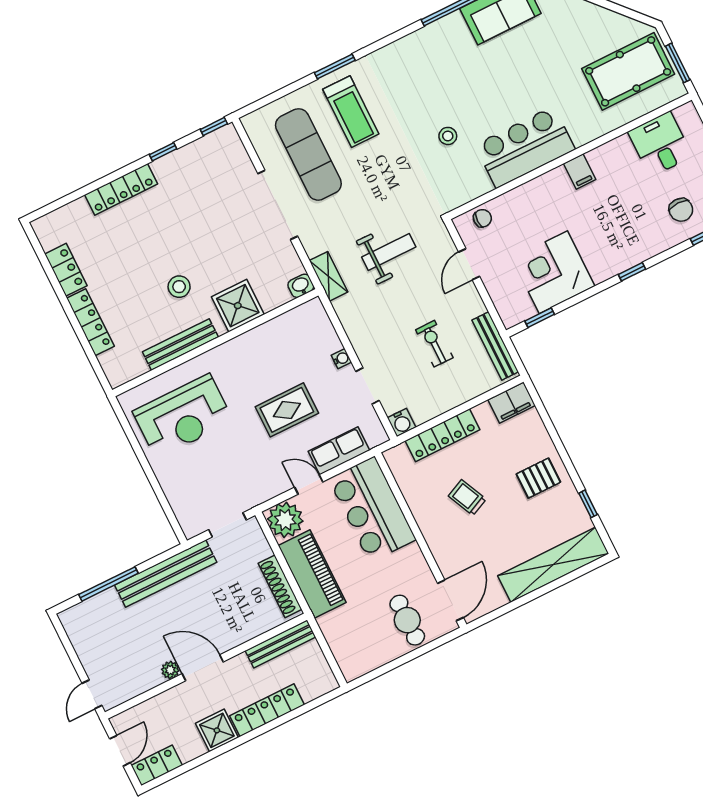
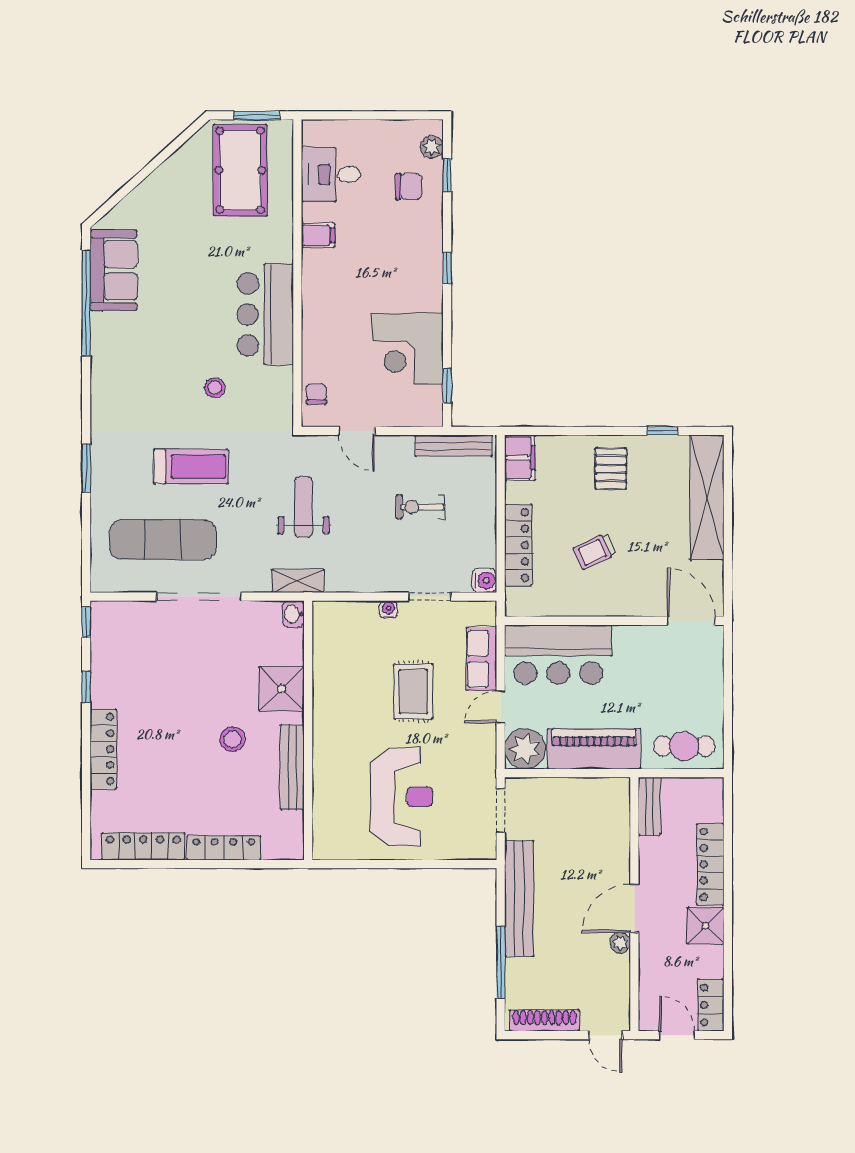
treadmill: (351, 112) -> (191, 466), moved
filing cabinet: (580, 172) -> (318, 235), moved
locker: (66, 270) -> (143, 846), width x1.53
reception desk: (183, 416) -> (402, 797), moved
shoe rack: (280, 586) -> (544, 1020), moved, turned 180
cafe table: (407, 620) -> (684, 746), moved
bench: (280, 644) -> (649, 806), width x0.73

